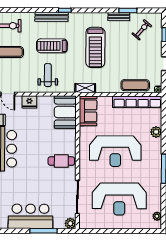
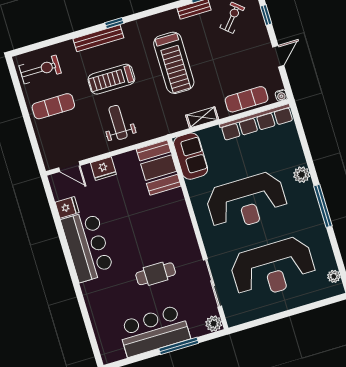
shelving: (85, 88) -> (202, 117), moved
plant: (156, 132) -> (302, 175), moved
cafe table: (61, 161) -> (156, 274), moved

